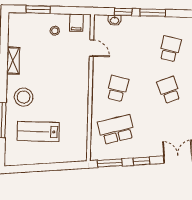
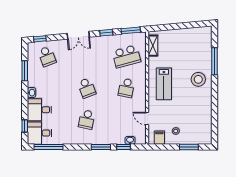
shelving: (13, 61) -> (153, 46), moved
lab bench: (38, 132) -> (164, 84), moved, turned 90

